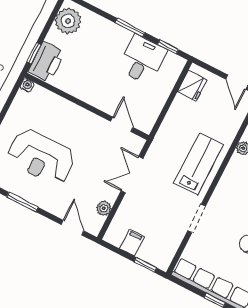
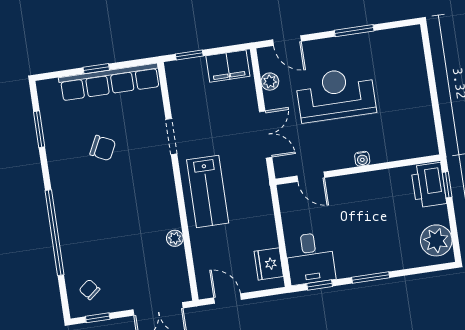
desk: (142, 60) -> (310, 258), moved
water cooler: (27, 85) -> (362, 159), moved
reception desk: (41, 157) -> (336, 95), moved
filing cabinet: (132, 243) -> (228, 66), width x2.00

